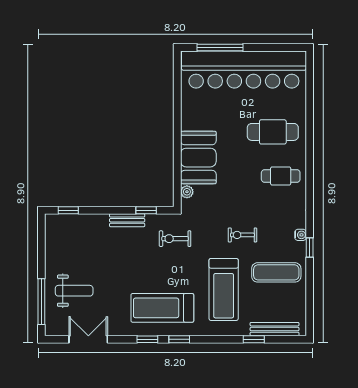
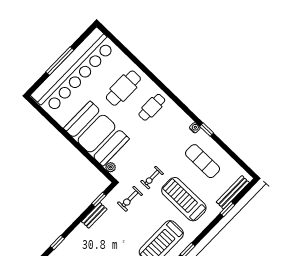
window: (220, 48) -> (60, 61), moved
booth: (198, 158) -> (96, 134), width x1.36, depth x1.42
exercise bike: (242, 235) -> (152, 178), moved
exercise mat: (276, 272) -> (203, 161), turned 90
treadmill: (224, 289) -> (184, 199), turned 180

